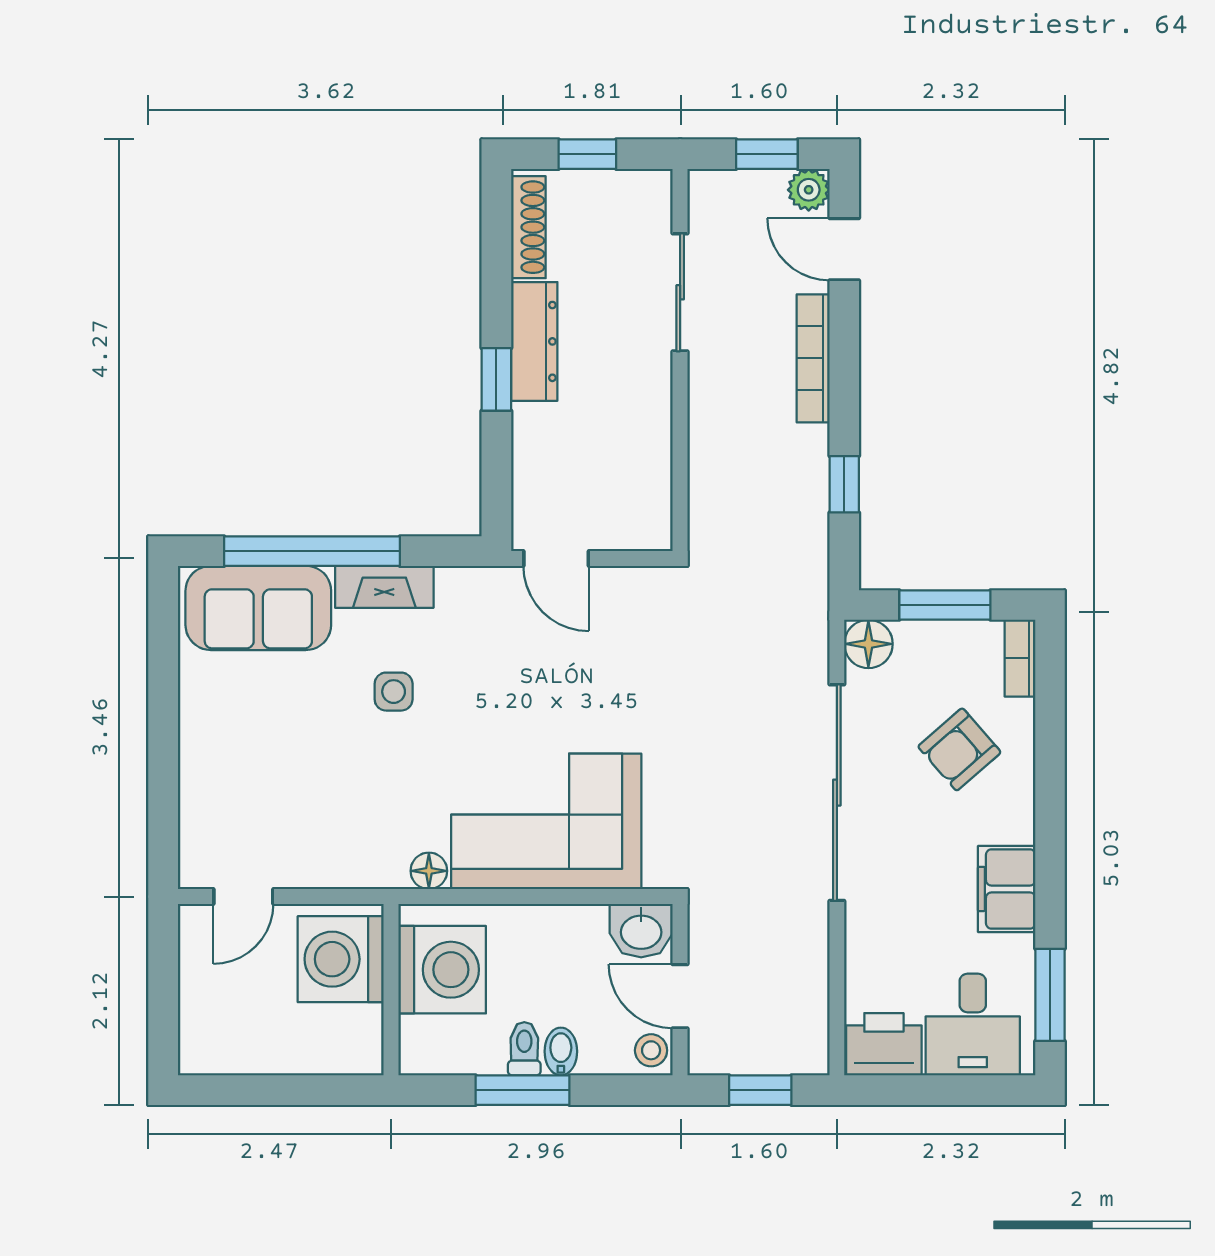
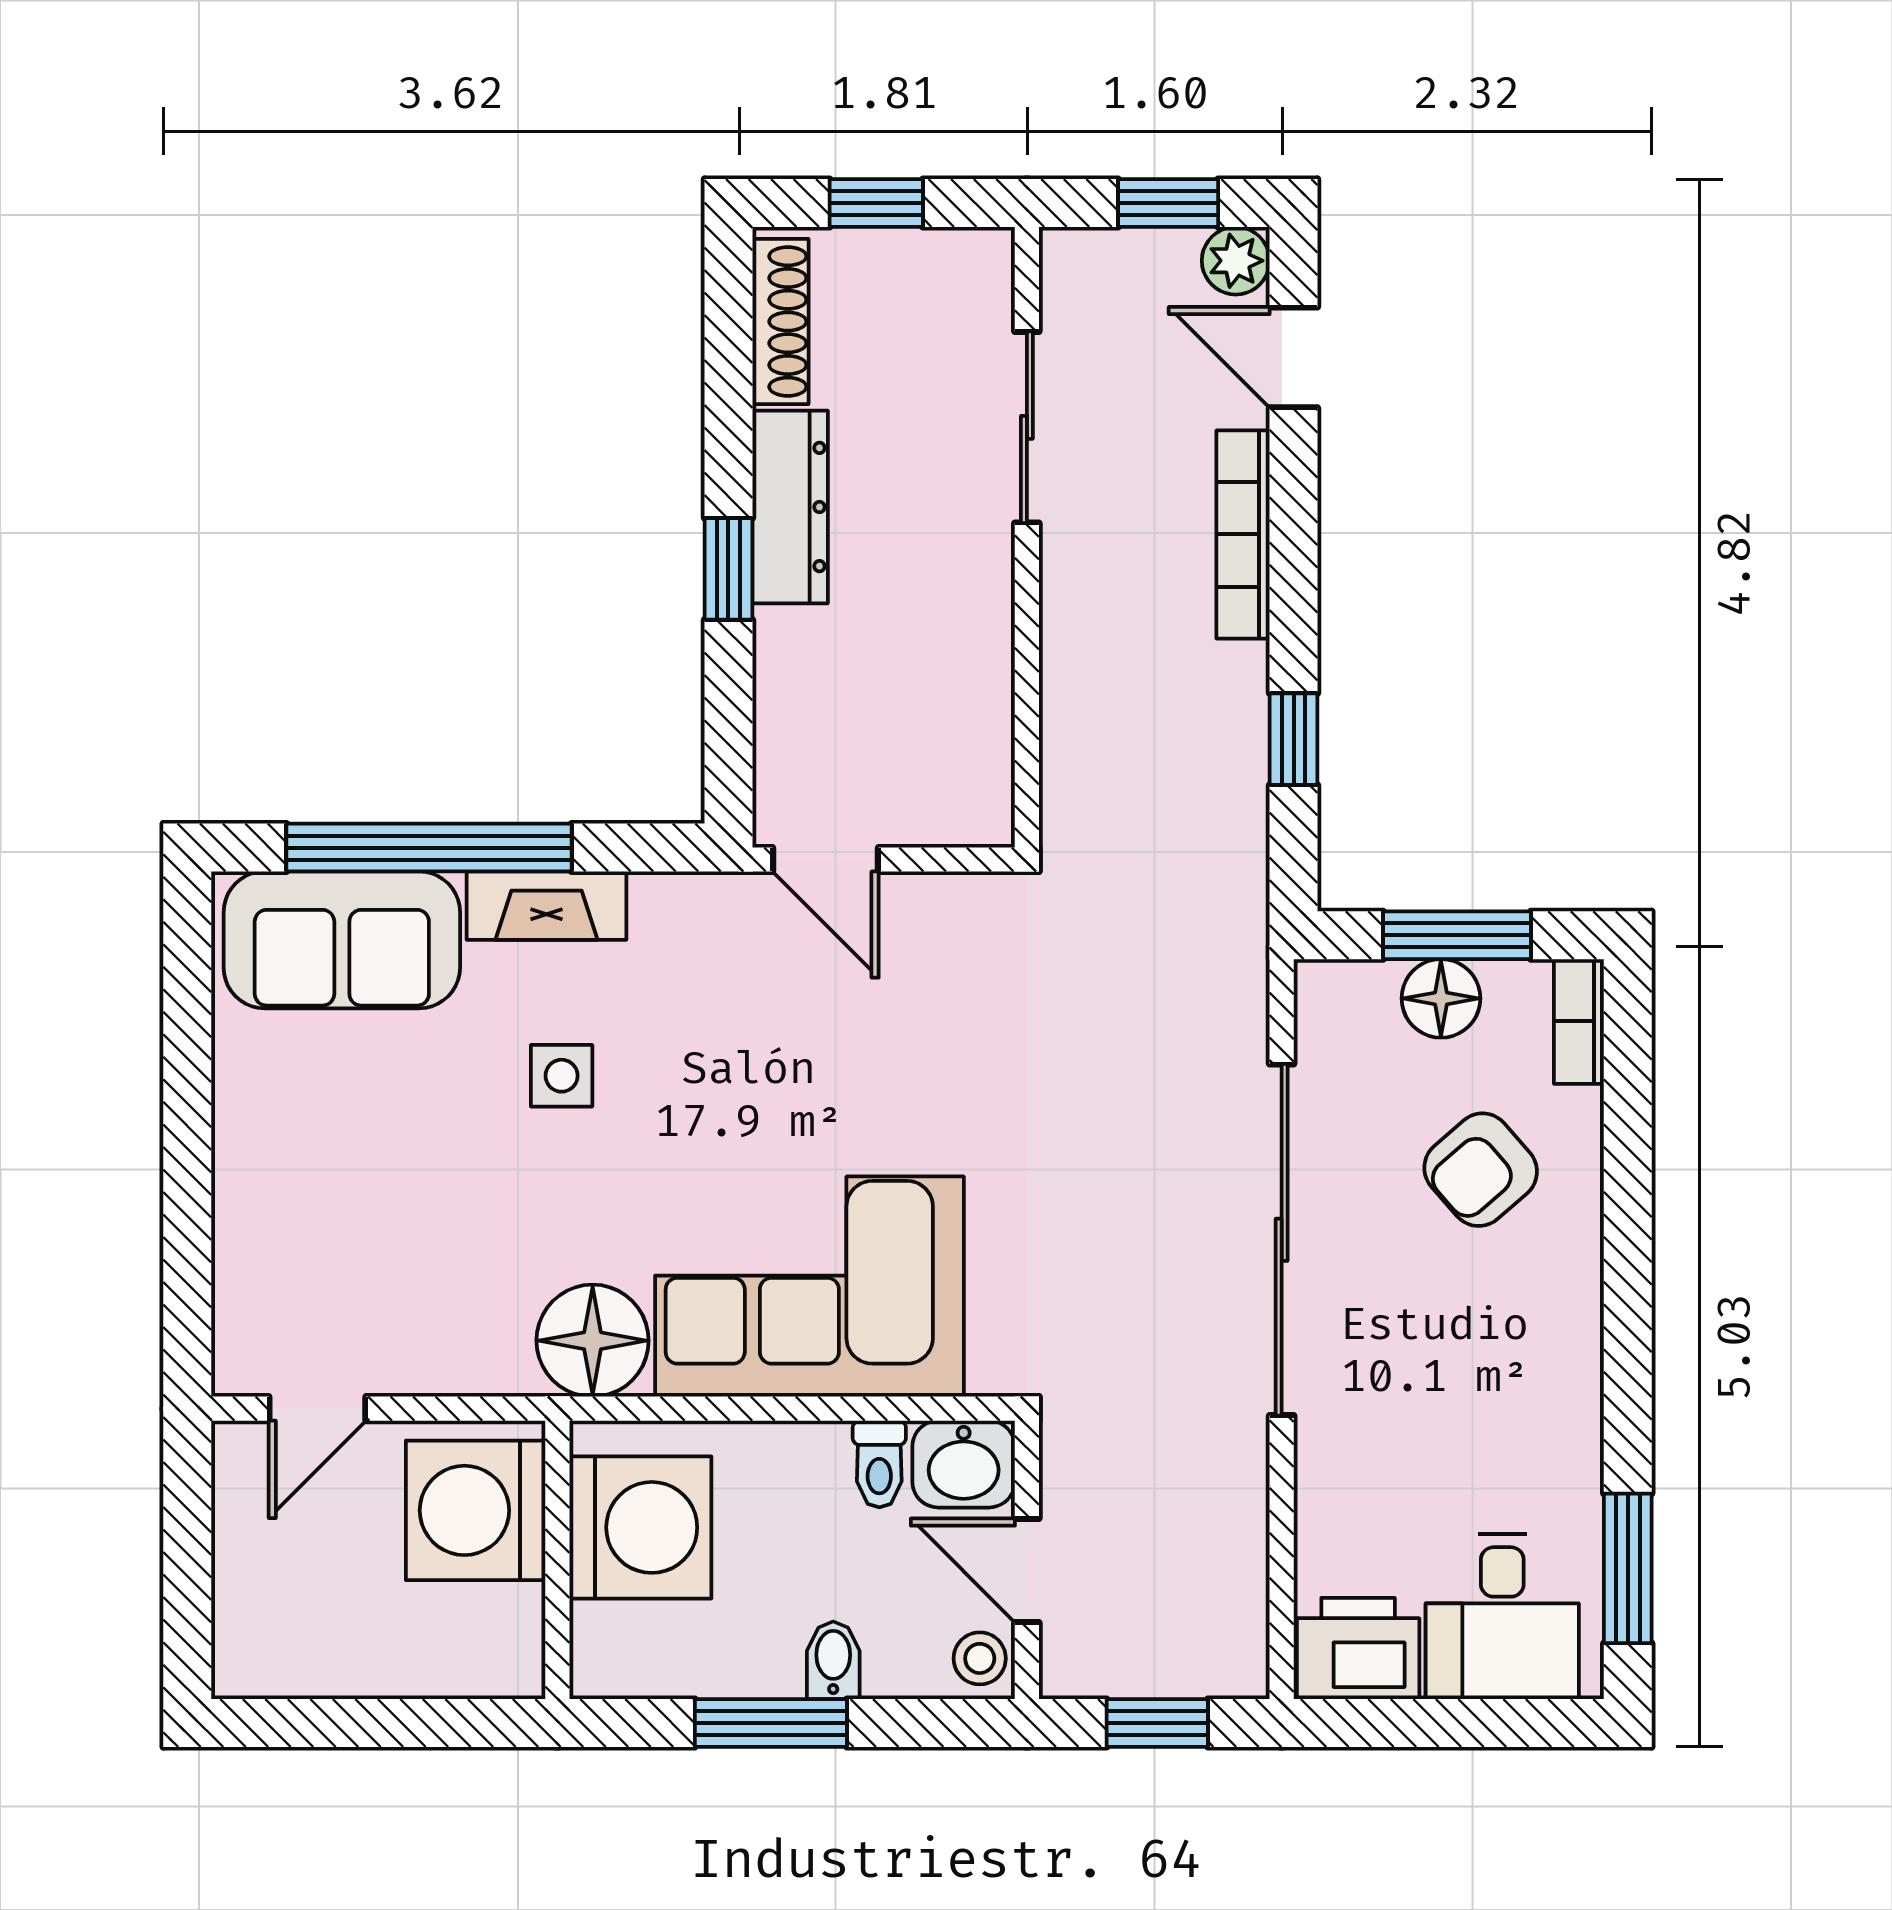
floor lamp: (868, 644) -> (1441, 998), moved
floor lamp: (429, 871) -> (593, 1341), width x1.89, depth x1.89
filing cabinet: (1007, 889) -> (1557, 1396), removed
toilet: (524, 1049) -> (879, 1464), moved, turned 180

